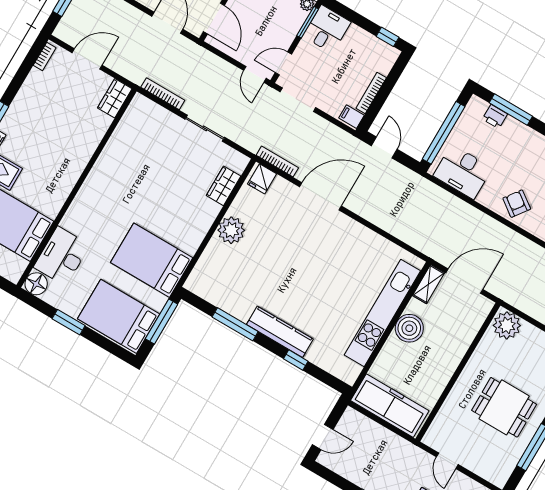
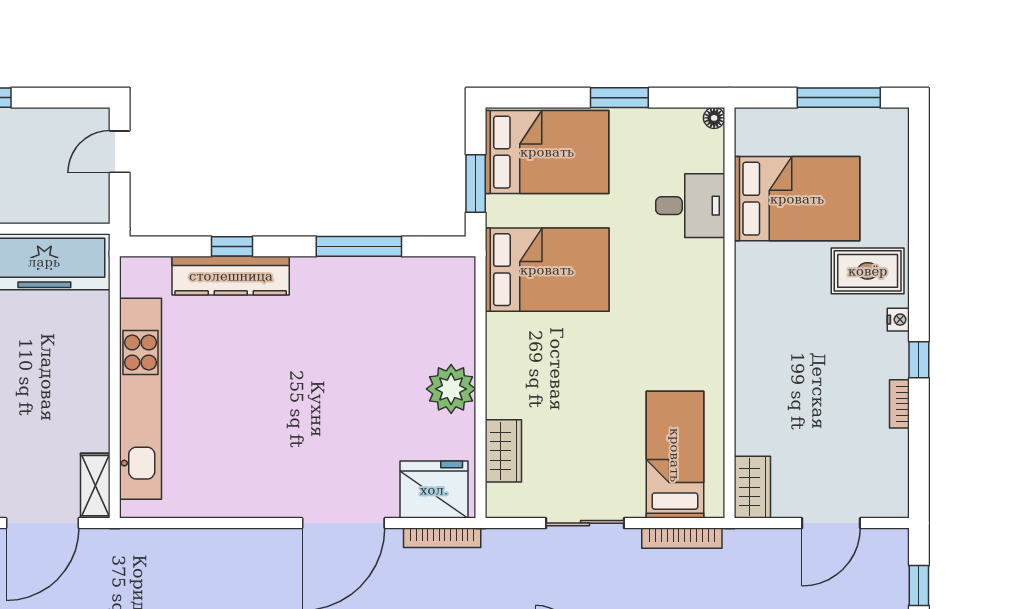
bookcase: (45, 57) -> (899, 404), moved
bed: (143, 136) -> (675, 455), added
fridge: (262, 179) -> (434, 490), width x1.88, depth x1.34
desk: (62, 256) -> (690, 206), width x0.73
floor lamp: (36, 284) -> (714, 118), width x0.53, depth x0.53
window: (162, 321) -> (476, 184), width x0.69
boiler: (409, 328) -> (85, 400), removed
kitchen counter: (280, 332) -> (231, 276), moved

